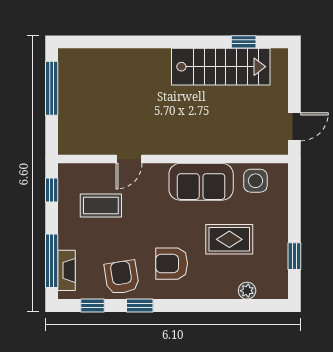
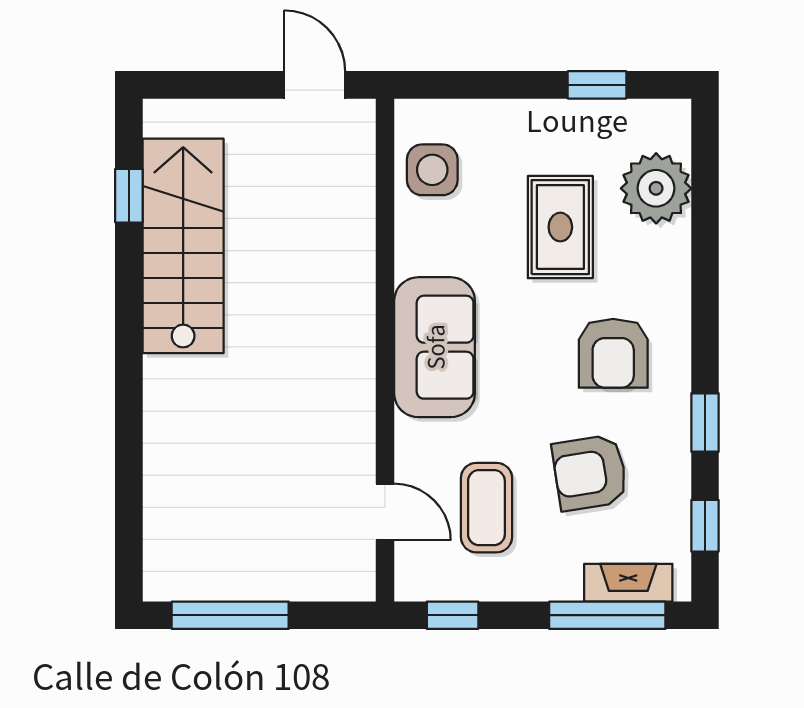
door: (129, 159) -> (385, 512), moved
sofa: (201, 182) -> (435, 347), moved
armchair: (122, 277) -> (590, 473), moved
plant: (247, 291) -> (656, 188), width x1.87, depth x1.87

